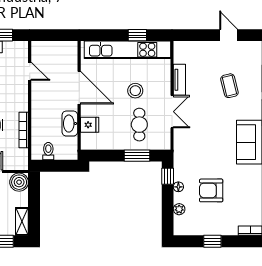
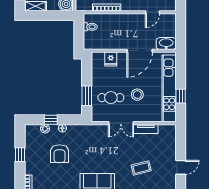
washbasin: (70, 124) -> (166, 44), moved
window: (168, 176) -> (51, 120), moved
armchair: (211, 190) -> (60, 154), turned 180

